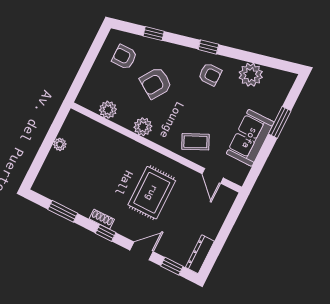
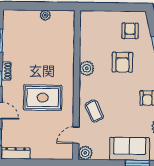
armchair: (156, 83) -> (122, 62), turned -123
plant: (108, 110) -> (85, 153), moved
sofa: (250, 138) -> (130, 149), moved

